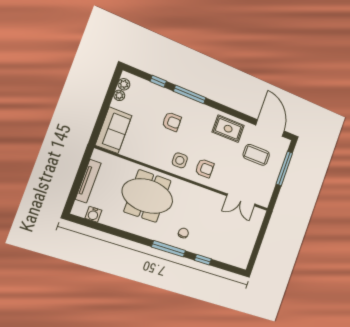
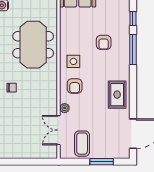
coffee table: (256, 155) -> (82, 144), moved
window: (284, 169) -> (102, 162), width x0.69
plant: (222, 186) -> (65, 108), added

